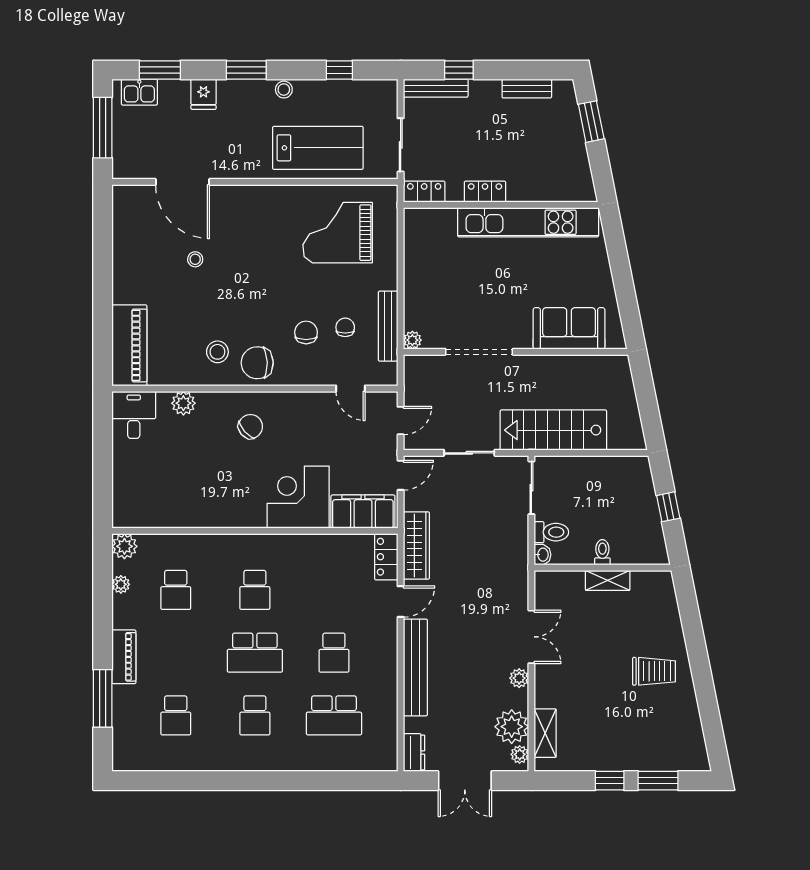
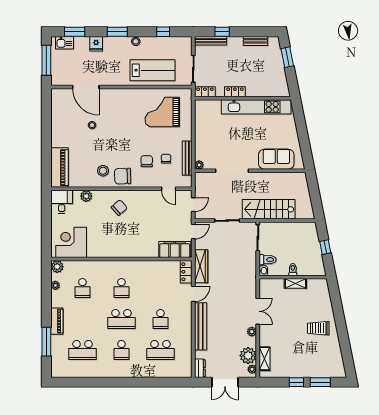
corner desk: (298, 497) -> (71, 242), moved
trolley: (654, 671) -> (318, 328), turned 180
school desk: (176, 715) -> (82, 350), width x1.85

